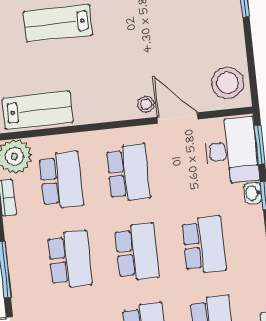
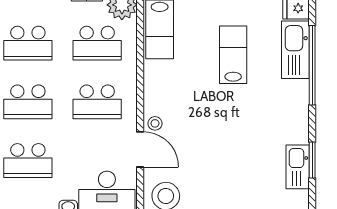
door: (177, 118) -> (140, 149), hinge flipped

